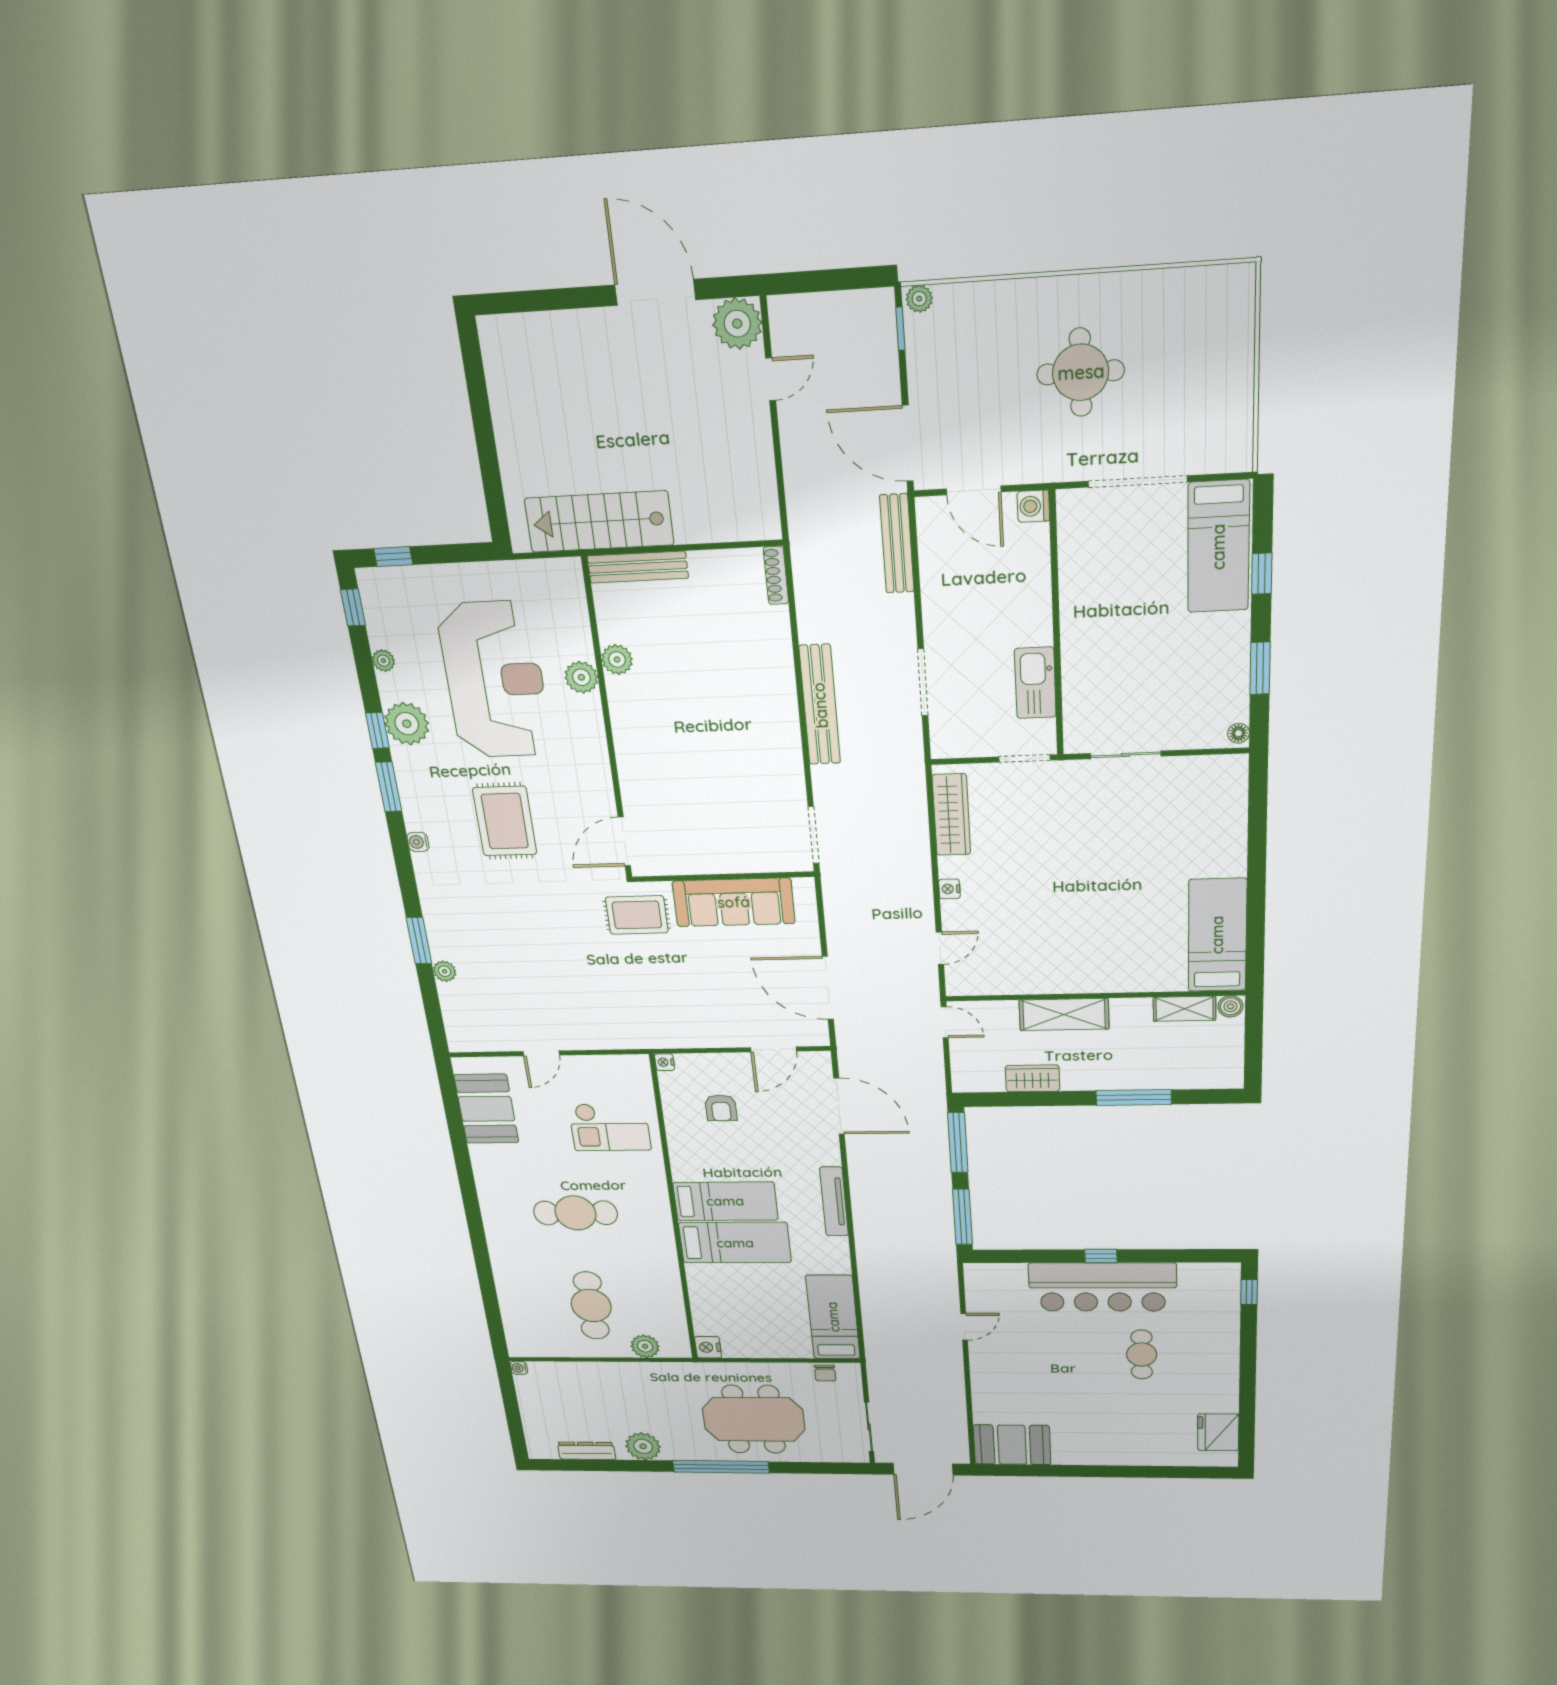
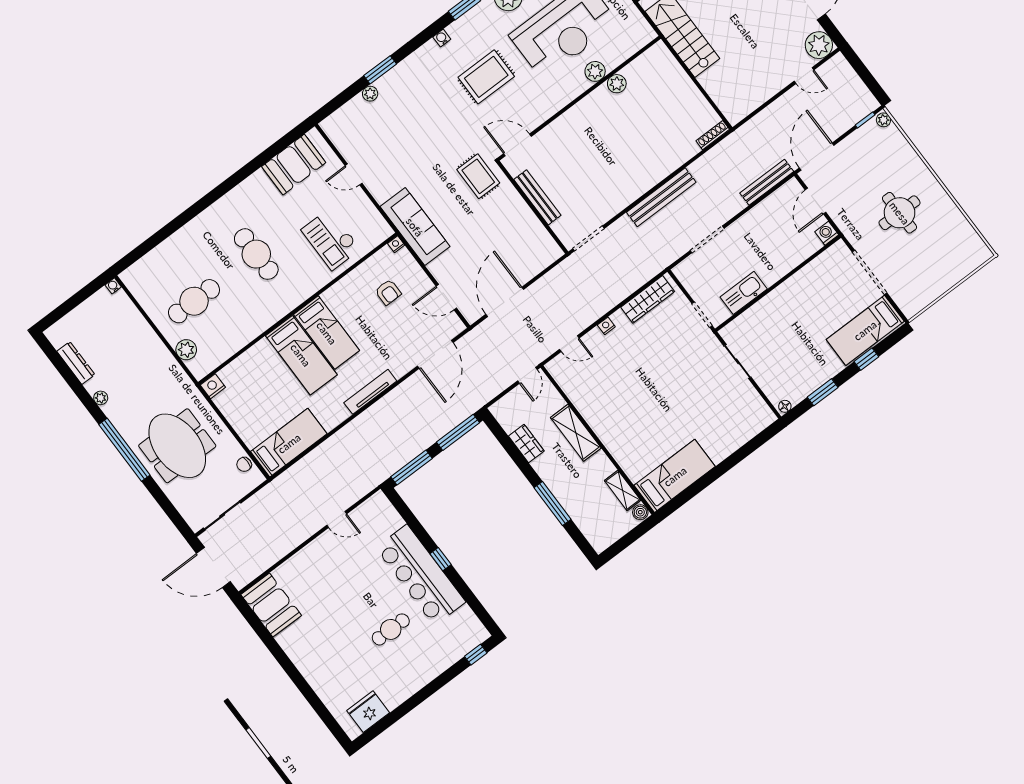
bench: (638, 567) -> (537, 197), moved
sofa: (734, 902) -> (415, 227), moved, turned 180
armchair: (721, 1108) -> (388, 292), turned -90
plant: (643, 1446) -> (101, 398), width x0.53, depth x0.53

